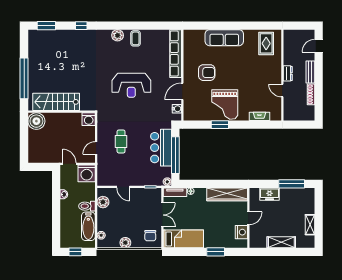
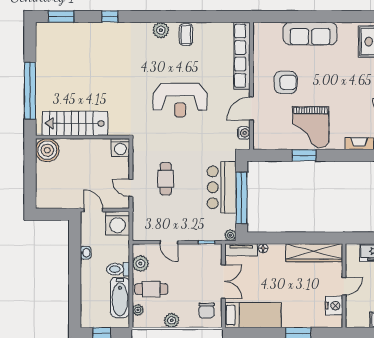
door: (96, 148) -> (131, 188), hinge flipped
cafe table: (111, 220) -> (151, 289), added

